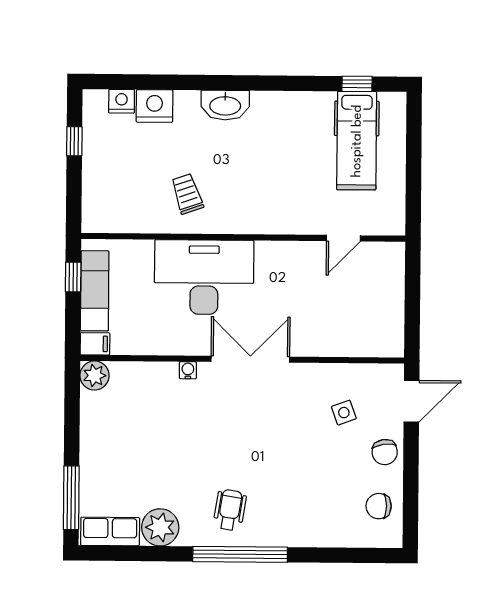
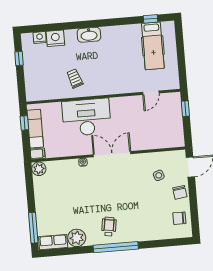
window: (413, 278) -> (185, 109), added

